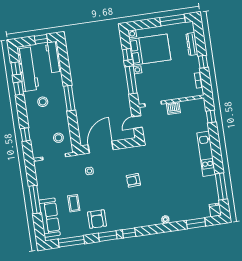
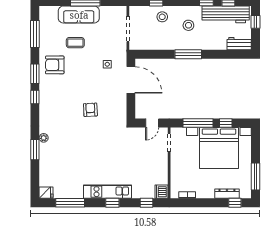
window: (41, 39) -> (256, 22), moved
bed with nightstands: (150, 50) -> (219, 148), width x1.36
workbench: (53, 57) -> (239, 44), width x0.73
window: (203, 62) -> (235, 203), moved
dishwasher: (173, 108) -> (161, 192), moved
door: (137, 122) -> (152, 123), swing flipped
stool: (58, 138) -> (162, 17), moved
window: (216, 148) -> (112, 203), added
sofa: (50, 218) -> (79, 15), moved
window: (196, 223) -> (35, 150), moved

